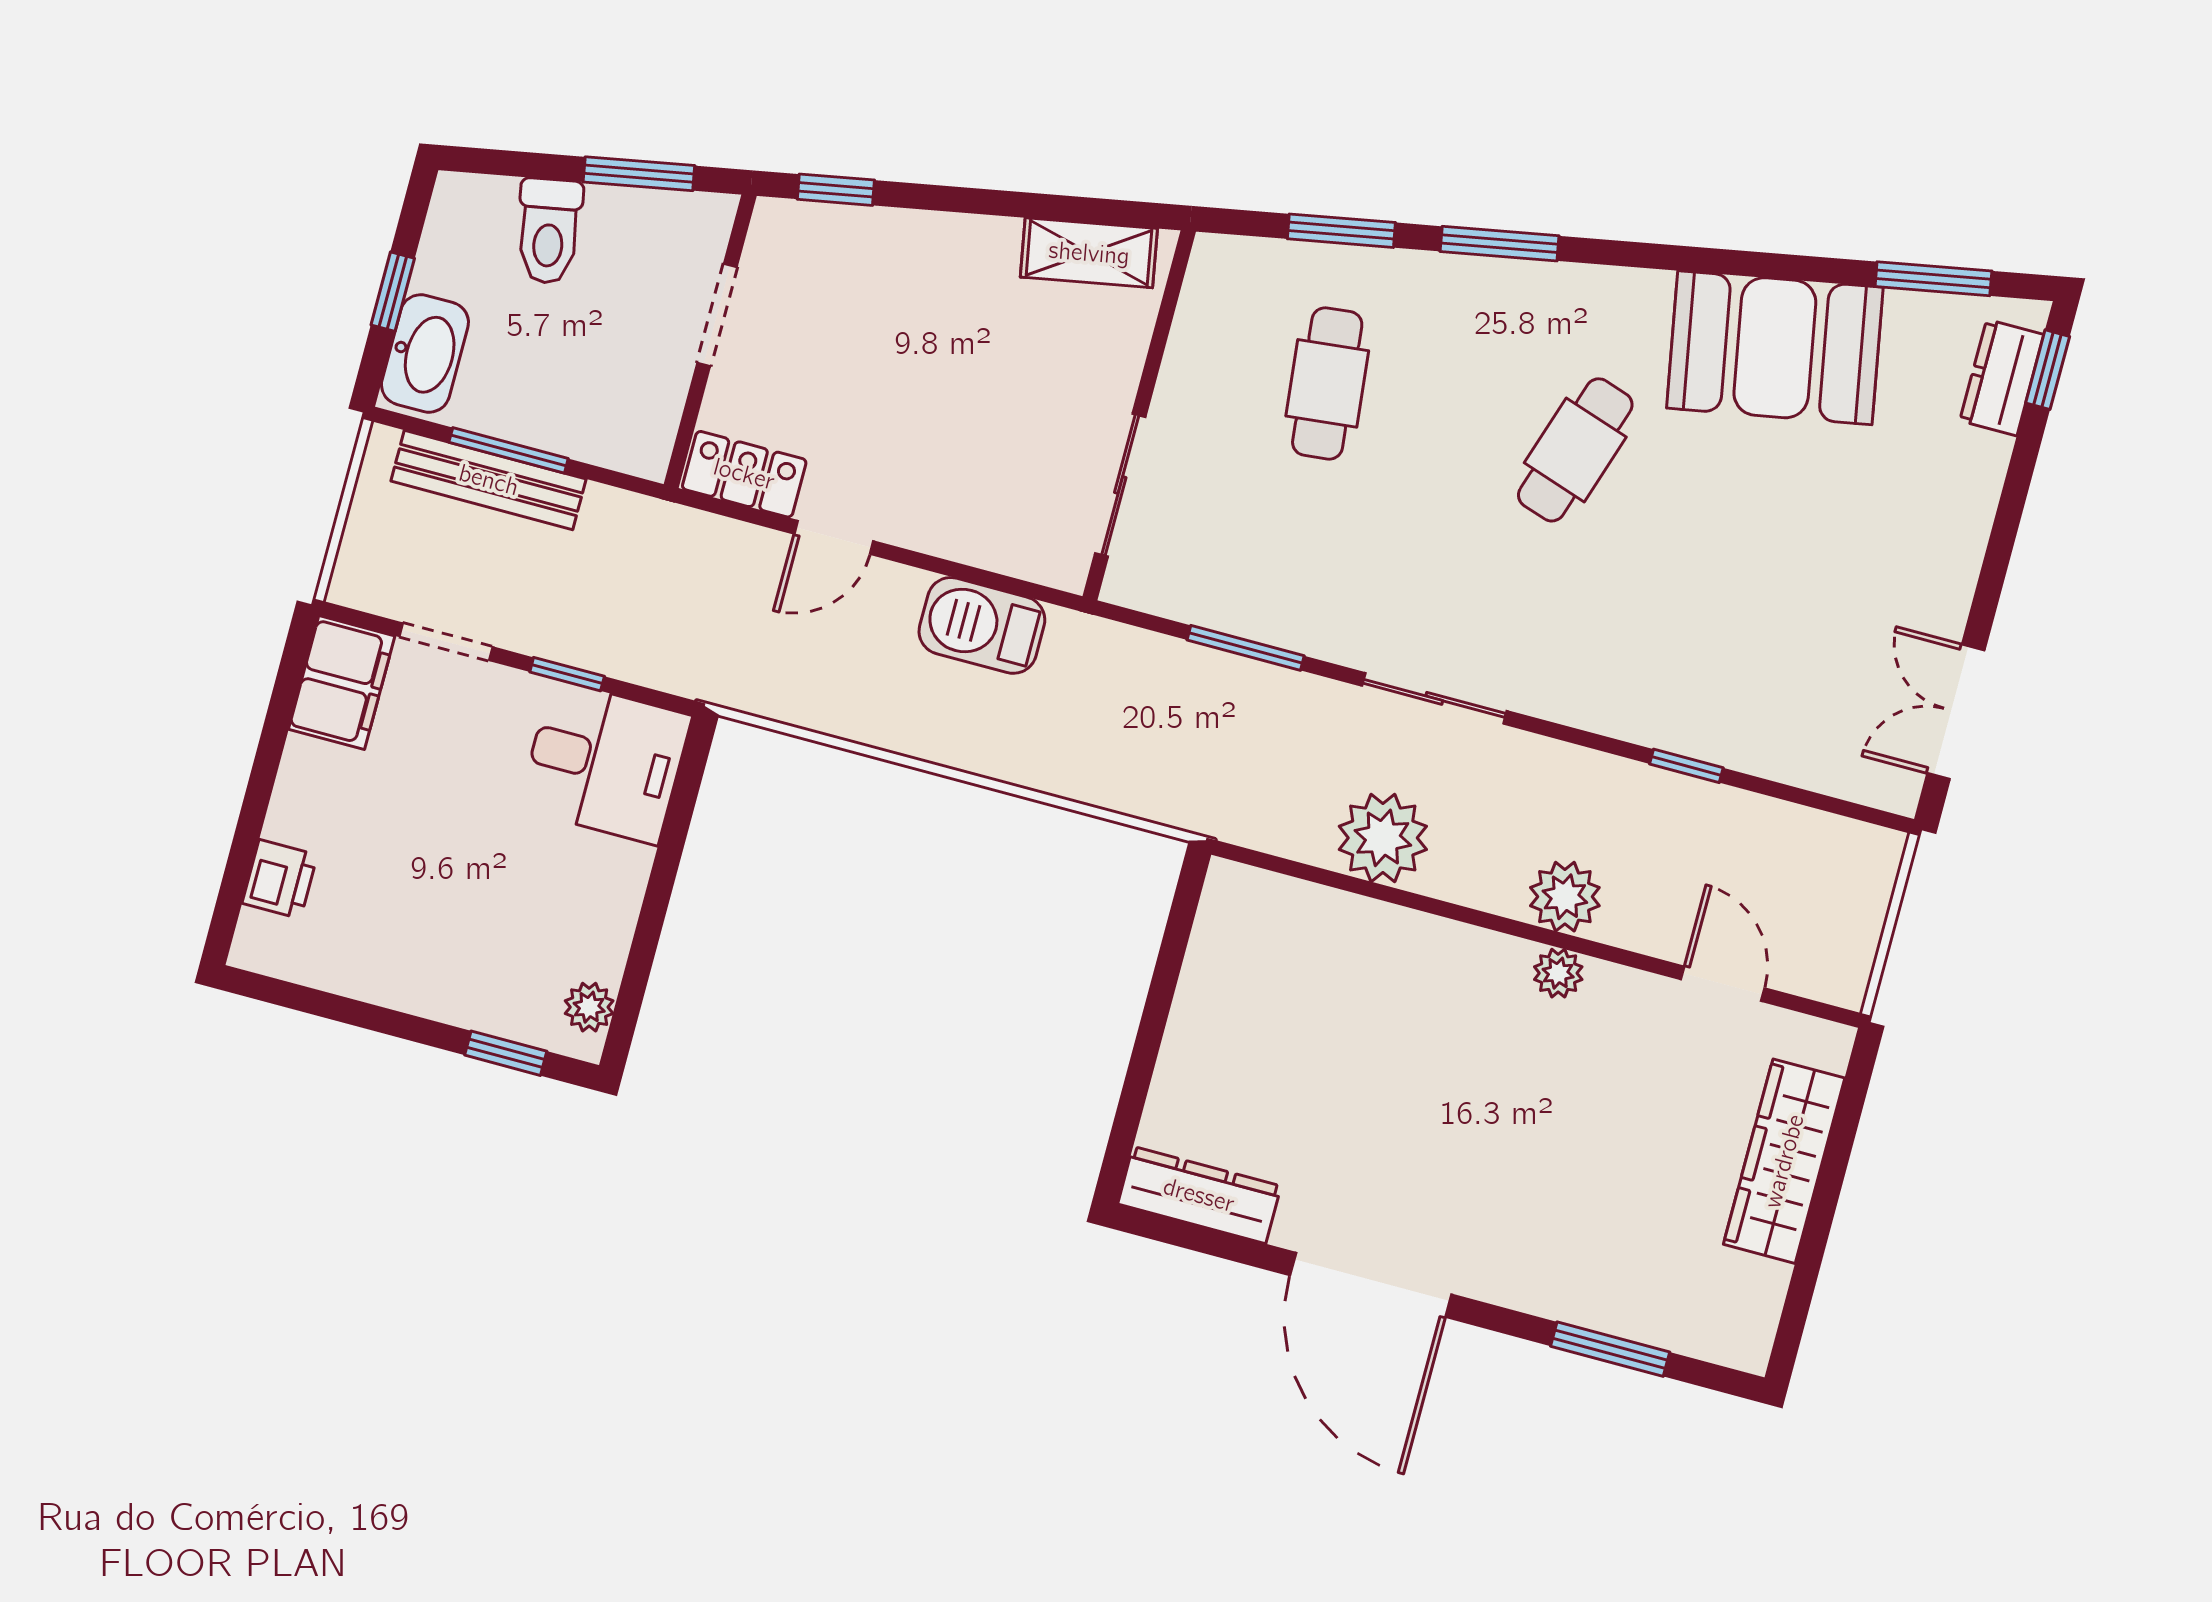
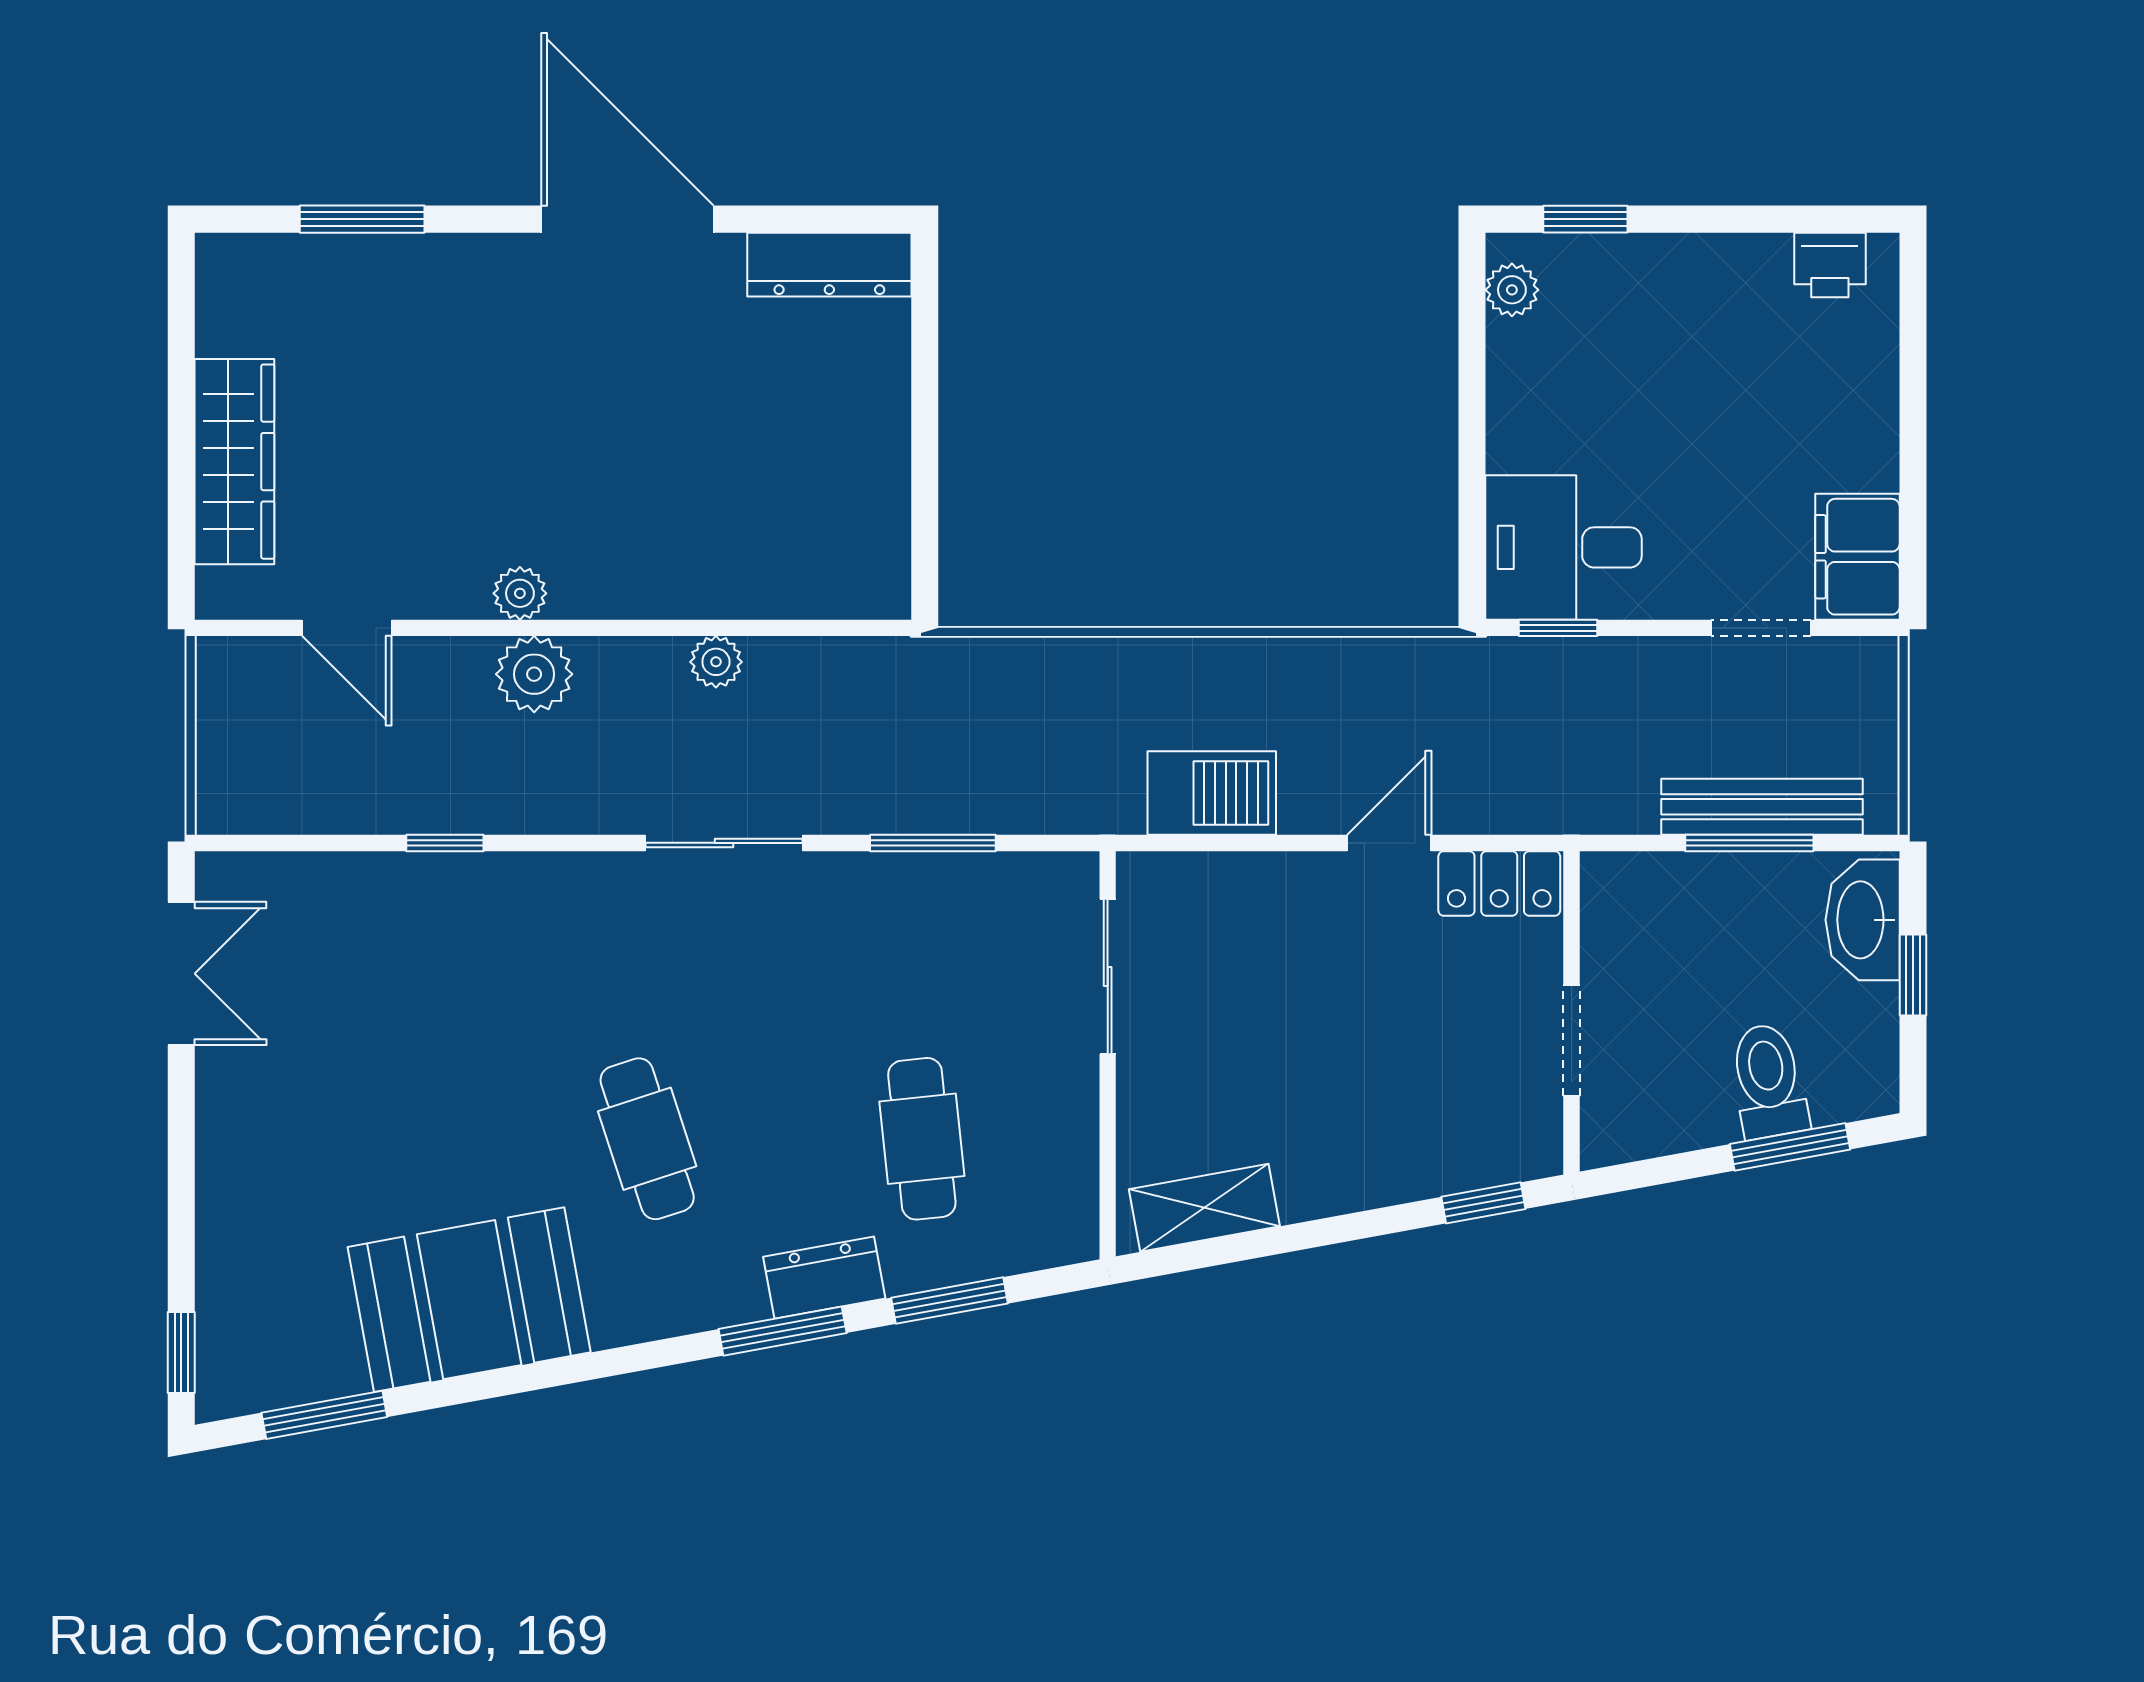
window: (639, 174) -> (1790, 1147), moved
dresser: (2002, 378) -> (824, 1278), moved, turned -100
cafe table: (1575, 450) -> (647, 1139), turned -36
window: (567, 674) -> (1558, 628), moved
plant: (1383, 838) -> (716, 662), width x0.53, depth x0.53
printer: (280, 879) -> (1830, 265), moved, turned -90

